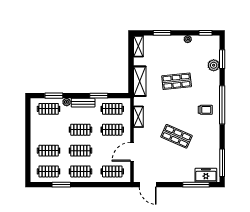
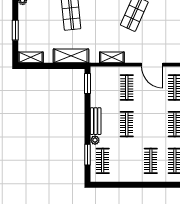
window: (99, 96) -> (88, 83), moved
clothes rail: (112, 109) -> (103, 87), removed
clothes rail: (80, 151) -> (151, 124), removed

